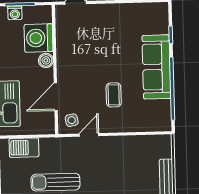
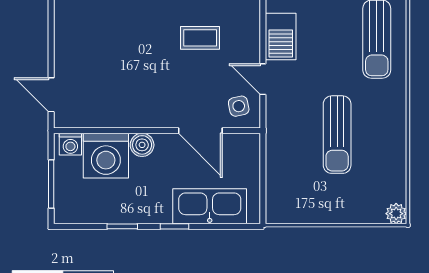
washing machine: (15, 13) -> (70, 144), moved, turned 90
barbecue: (24, 148) -> (281, 37), moved

